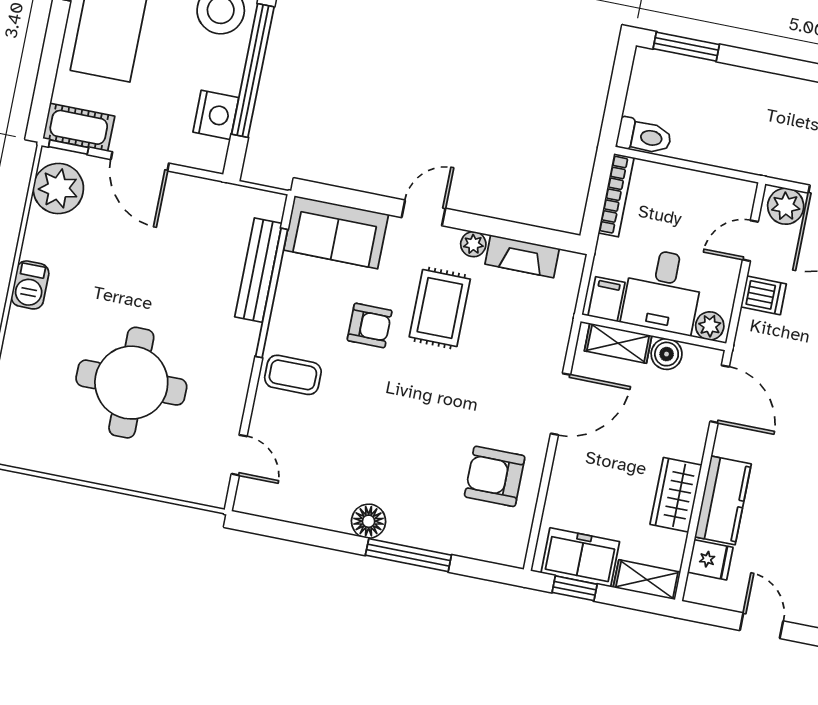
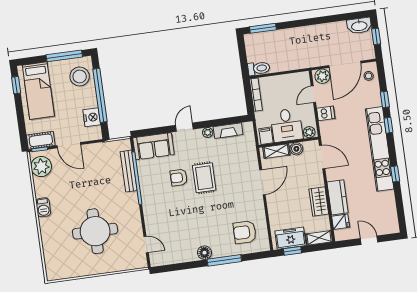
rug: (440, 308) -> (204, 178), moved
armchair: (370, 325) -> (179, 177), turned 180
coffee table: (293, 375) -> (156, 207), removed
armchair: (495, 476) -> (245, 232), moved

